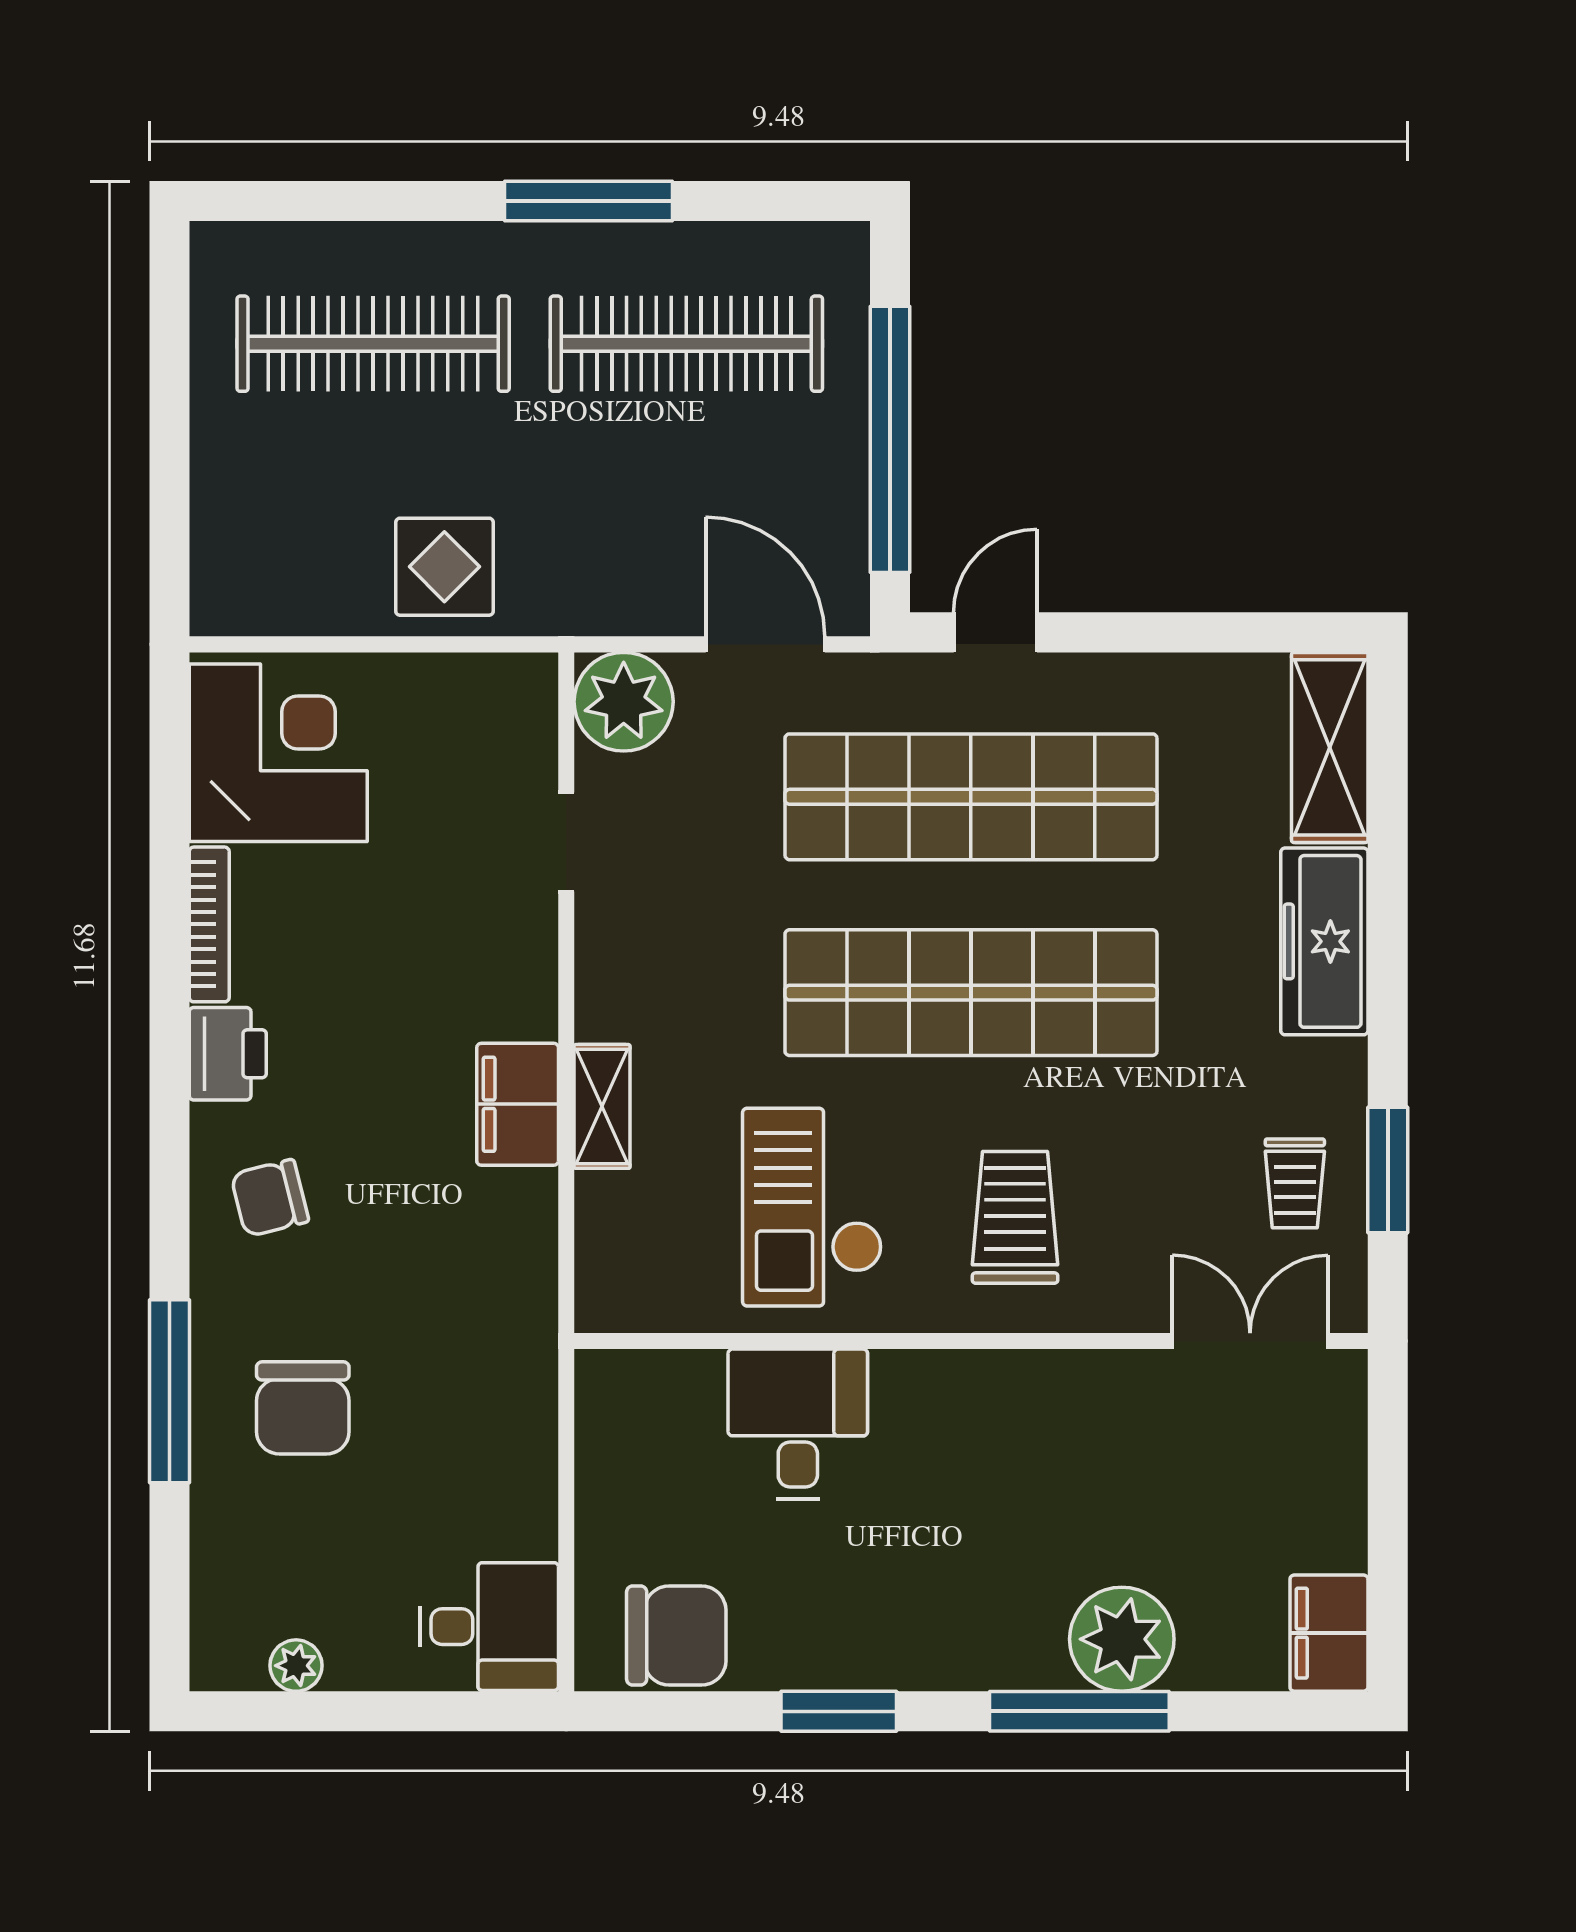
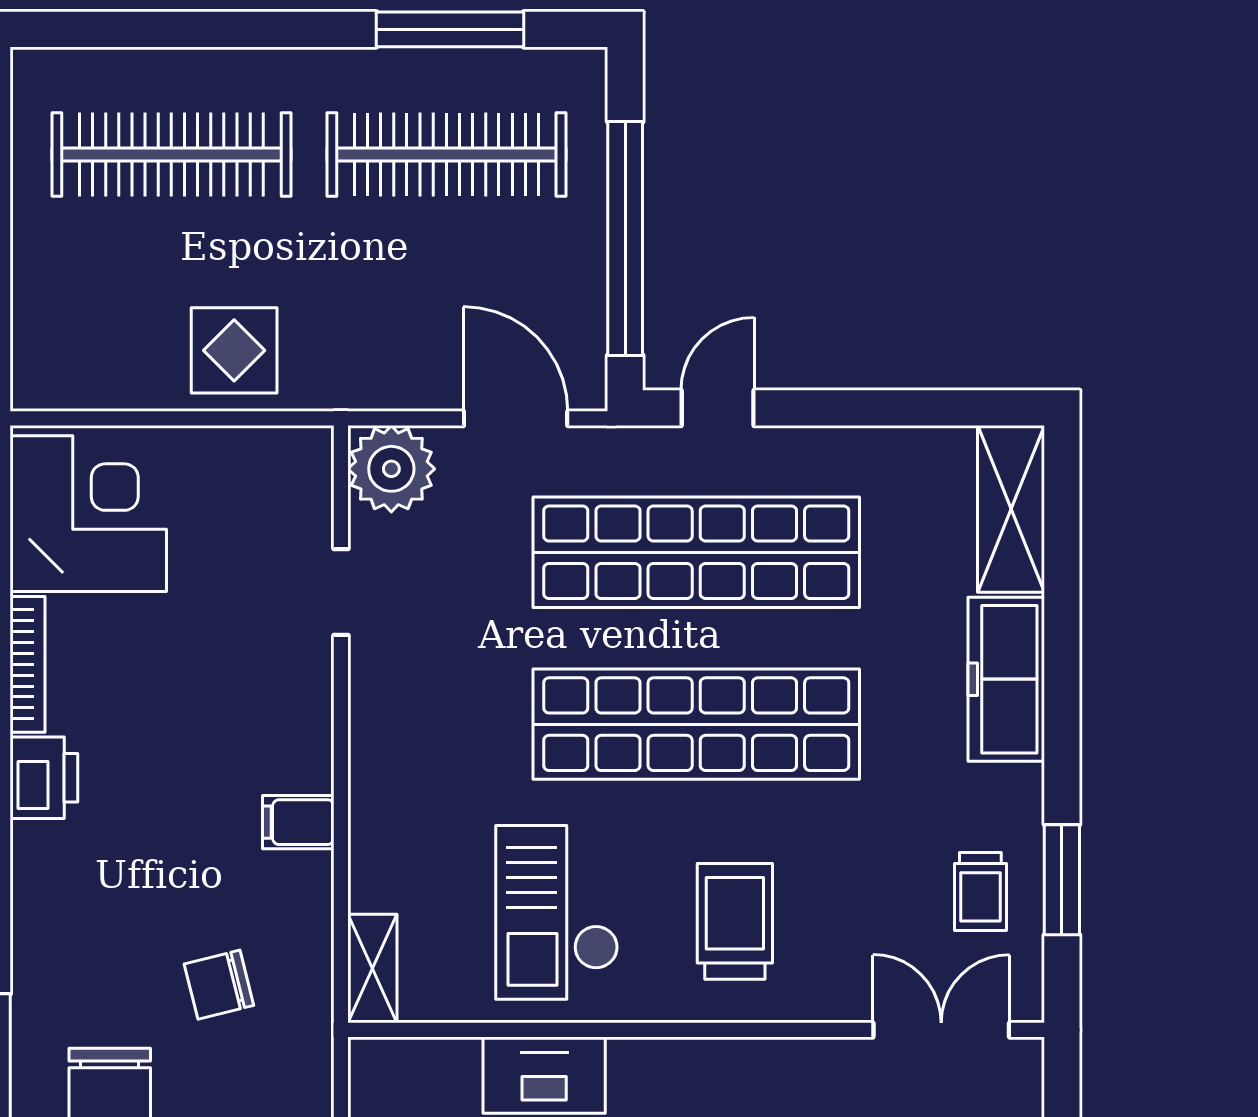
window: (588, 201) -> (450, 29), moved
filing cabinet: (518, 1104) -> (298, 822), width x0.50
shelving: (602, 1106) -> (372, 969), moved
chair: (270, 1198) -> (219, 985), moved

